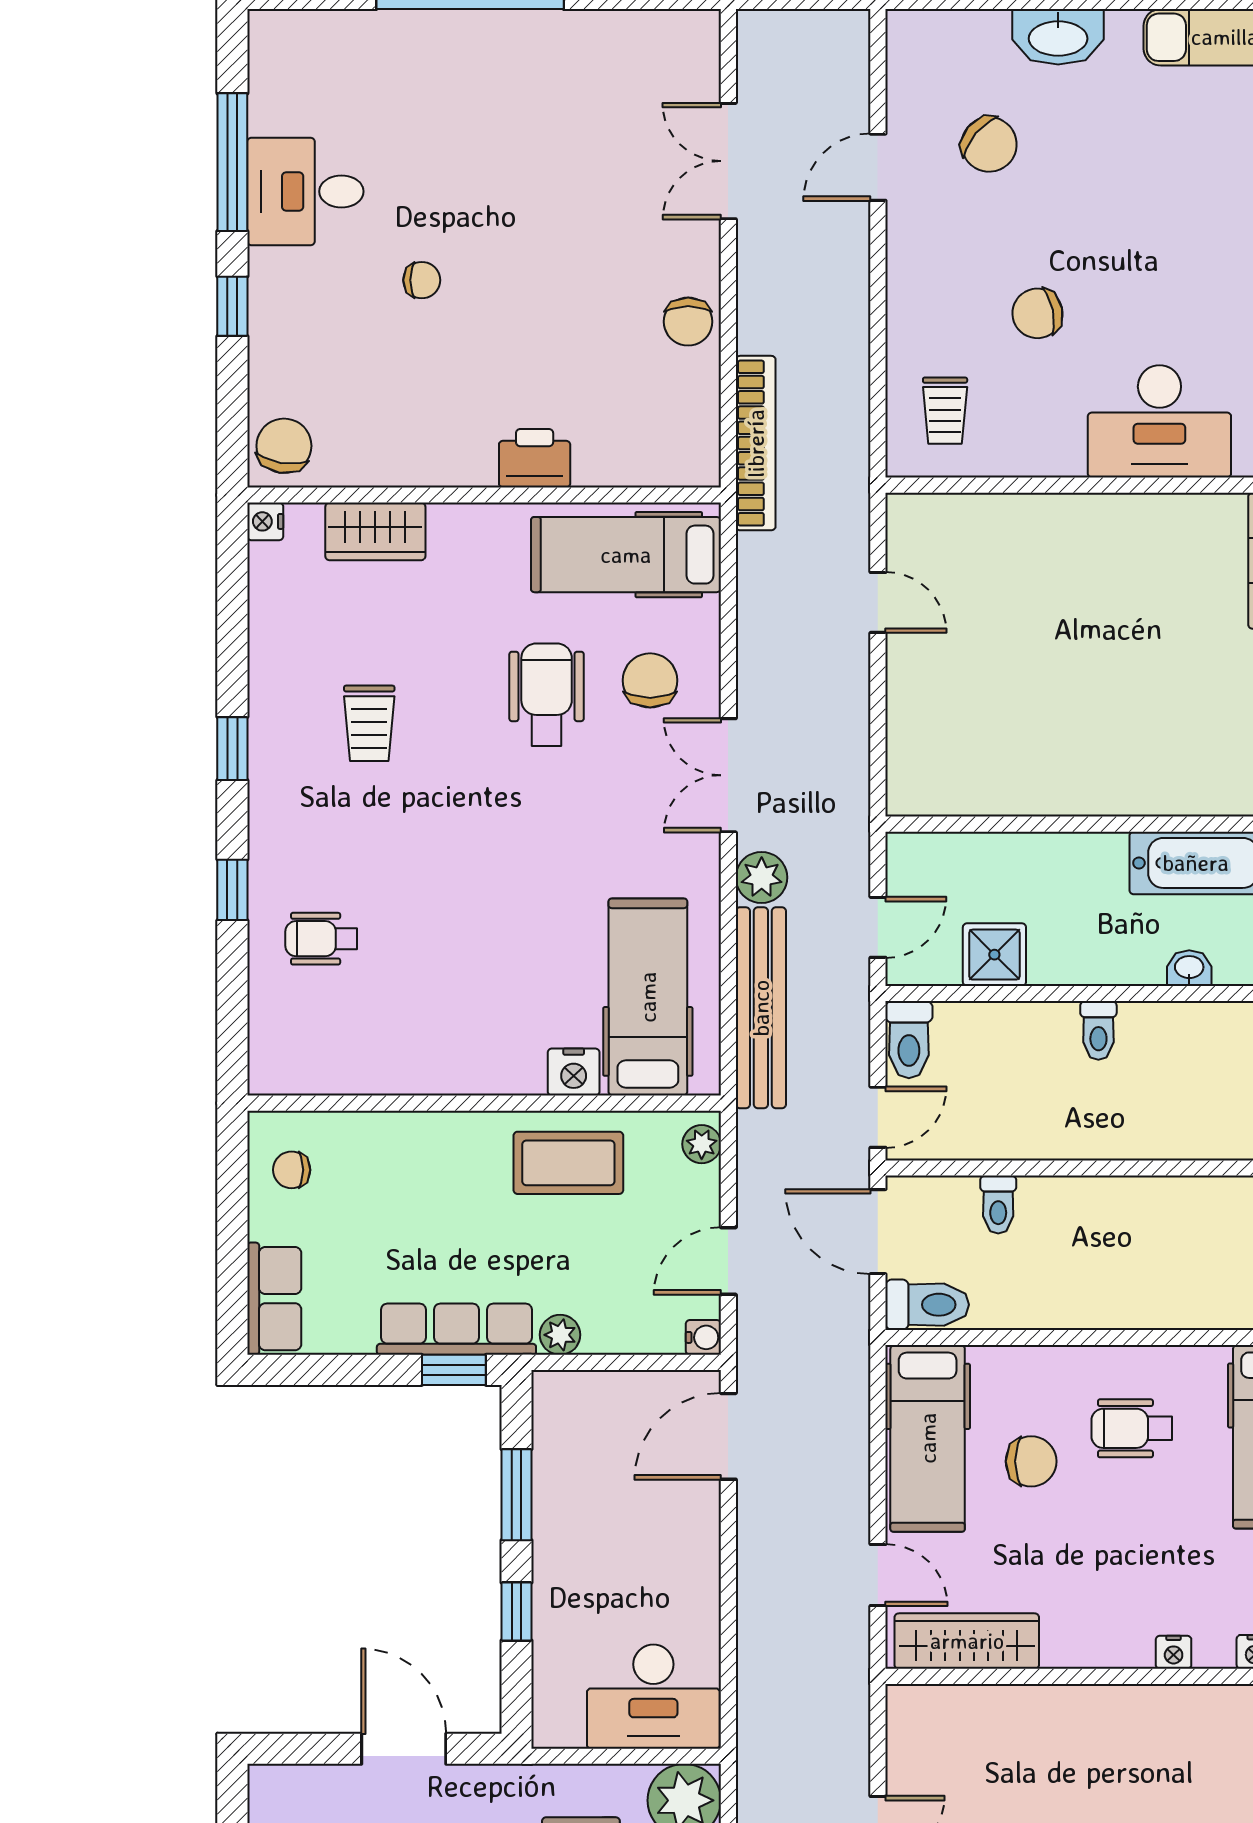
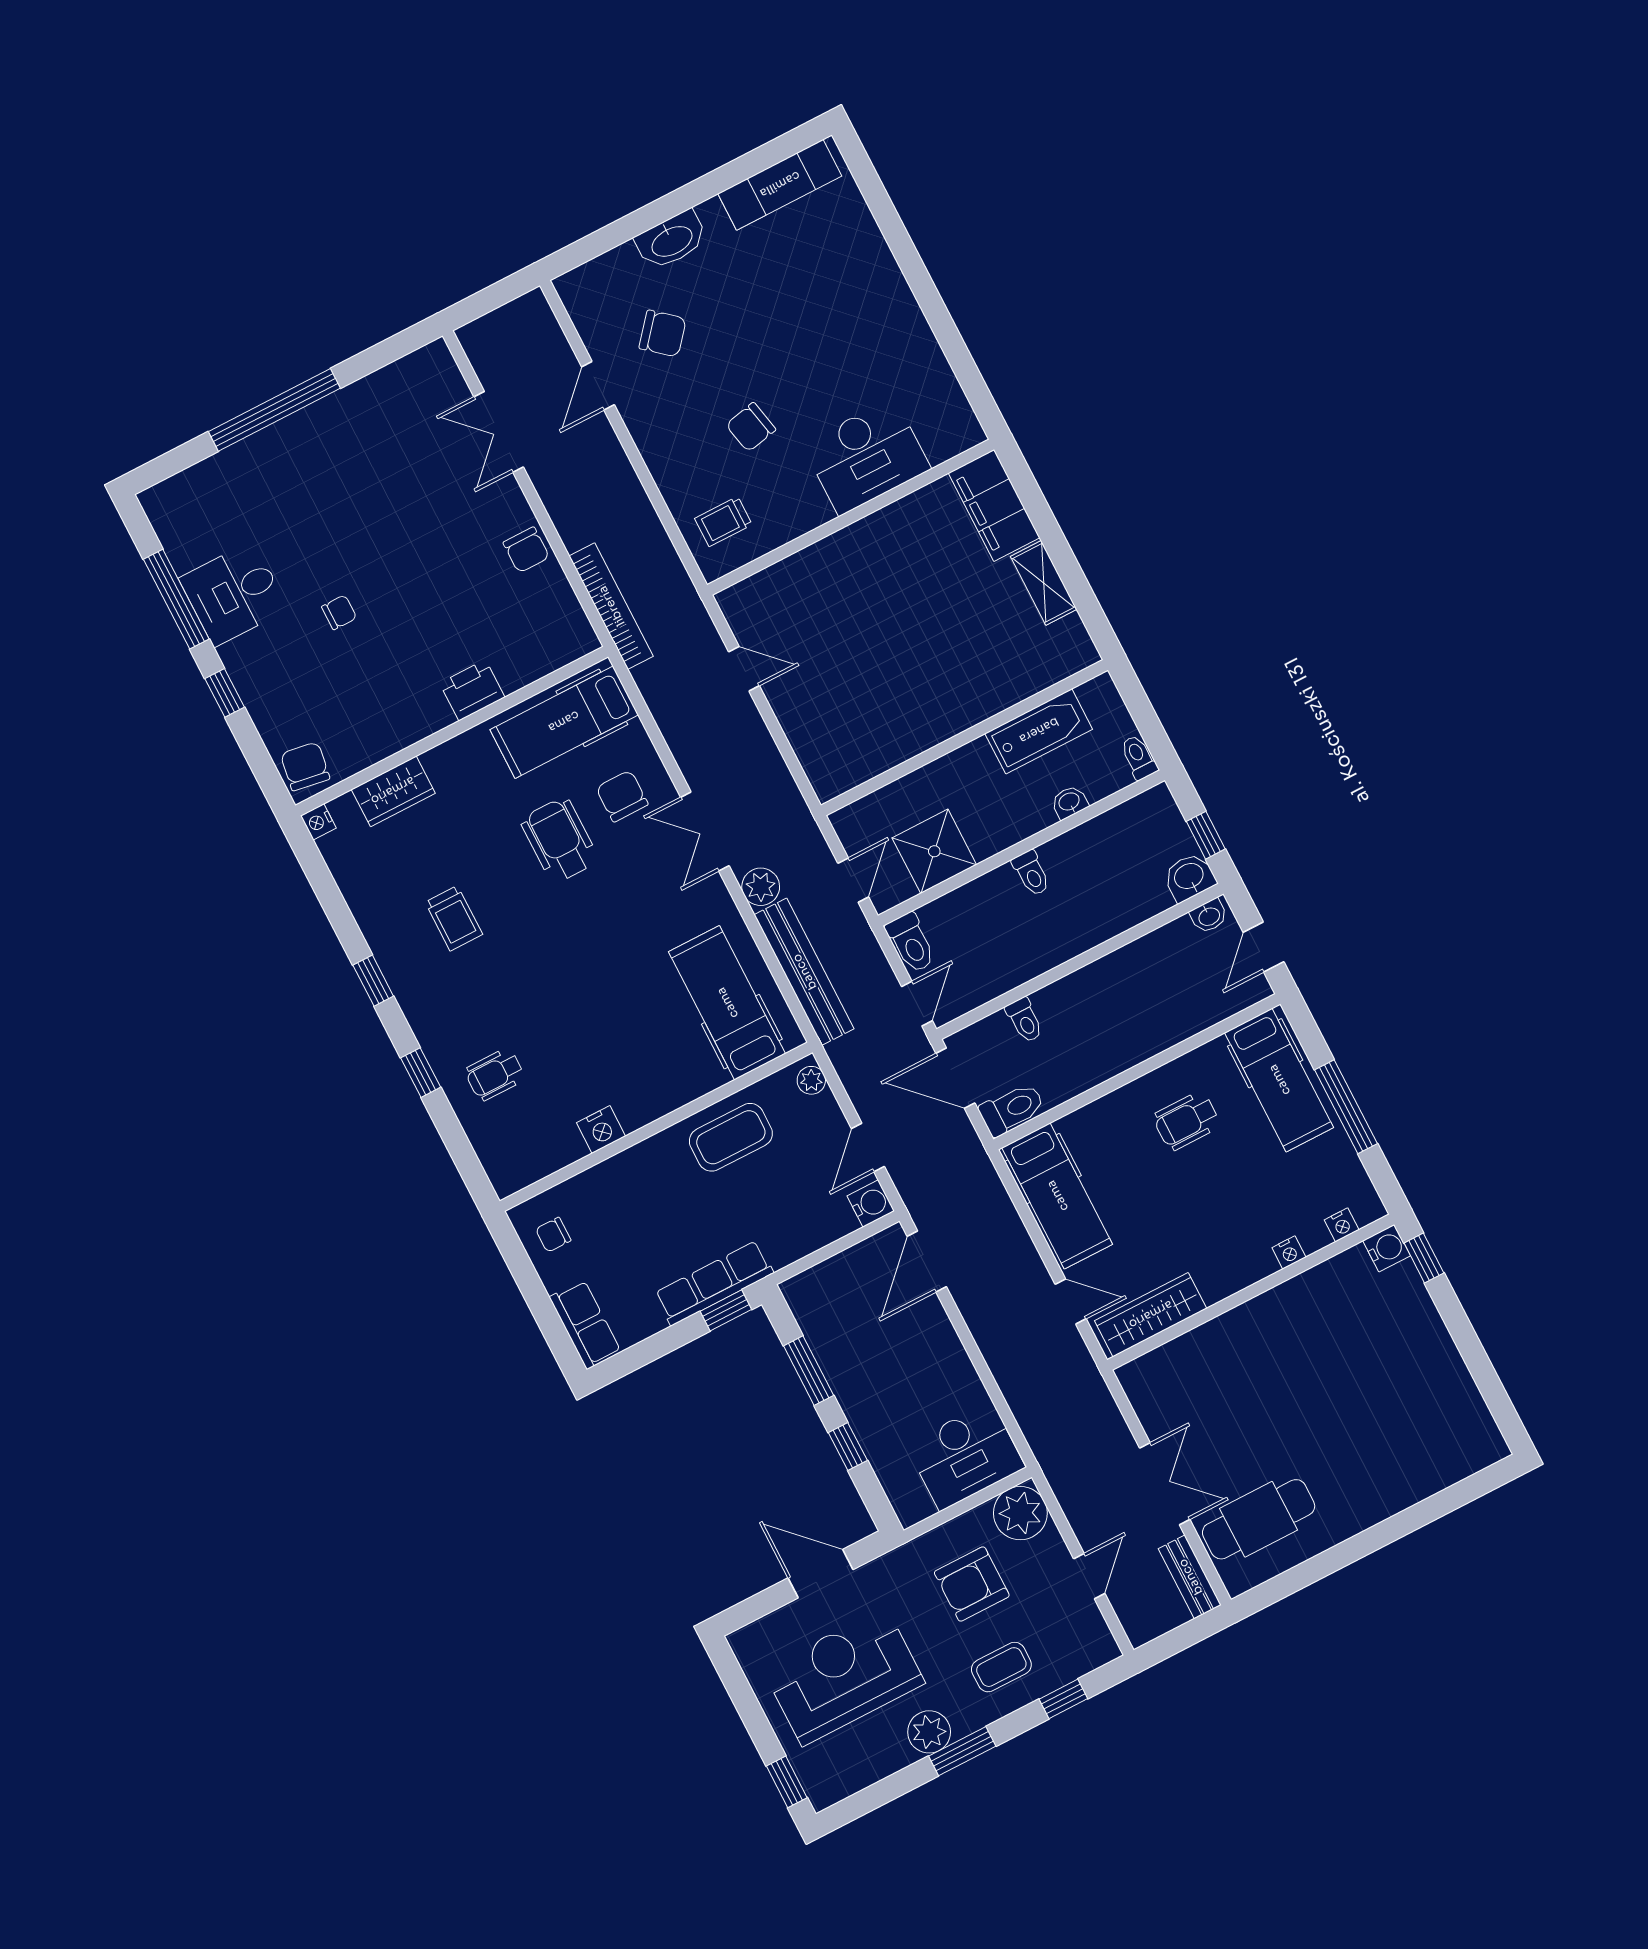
trolley: (945, 411) -> (723, 522), turned 90
shower: (994, 955) -> (934, 851), width x1.36, depth x1.36
nightstand: (574, 1072) -> (601, 1129), moved
plant: (560, 1335) -> (783, 1252), removed
water cooler: (703, 1337) -> (871, 1203), width x1.38, depth x1.38
chair: (1031, 1461) -> (1132, 1176), removed

